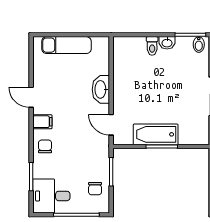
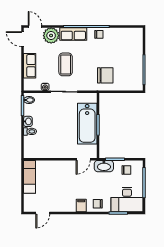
exam couch: (66, 45) -> (29, 177), moved
washbasin: (101, 89) -> (104, 166), moved
door: (31, 97) -> (43, 213), moved
bathtub: (156, 134) -> (87, 124), width x1.36, depth x1.36
desk: (51, 196) -> (127, 199), width x1.37

